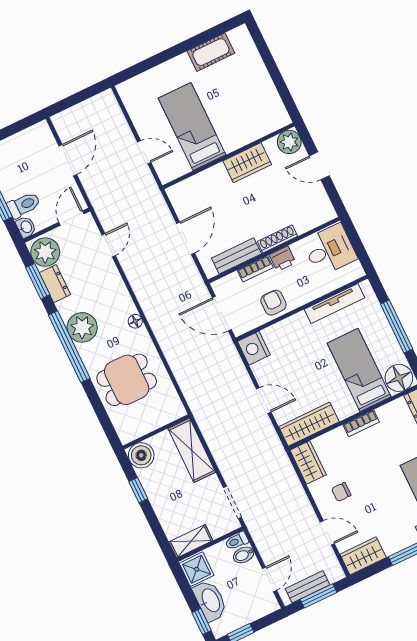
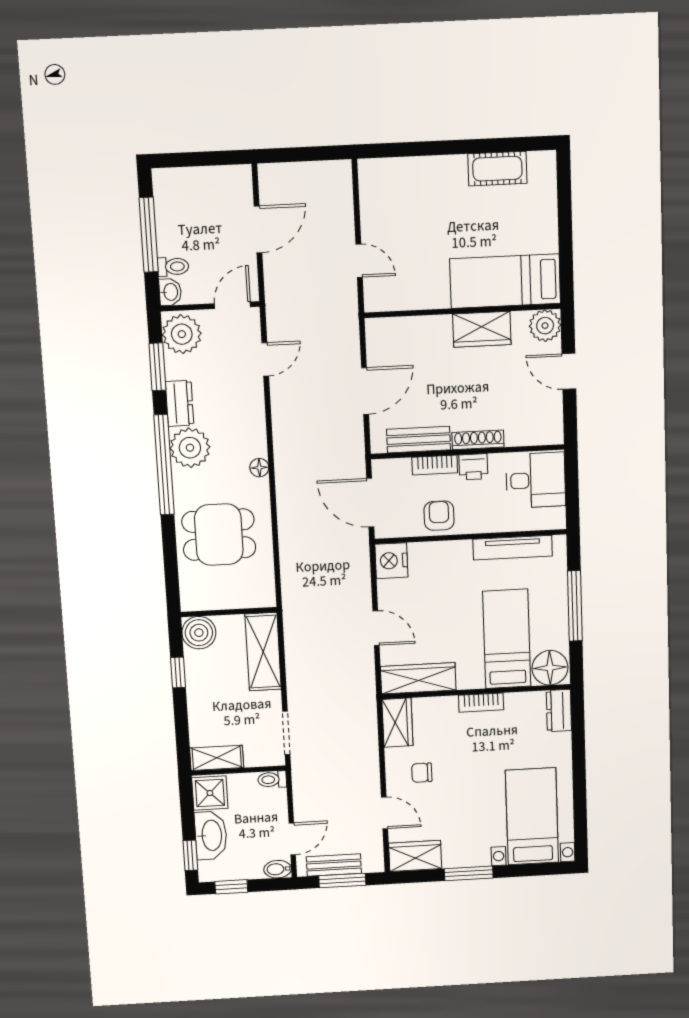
bed: (192, 127) -> (505, 281), moved, turned -90
toilet: (24, 205) -> (173, 267), width x0.73, depth x0.72
dresser: (55, 284) -> (180, 403), moved
bidet: (244, 555) -> (278, 869), moved

